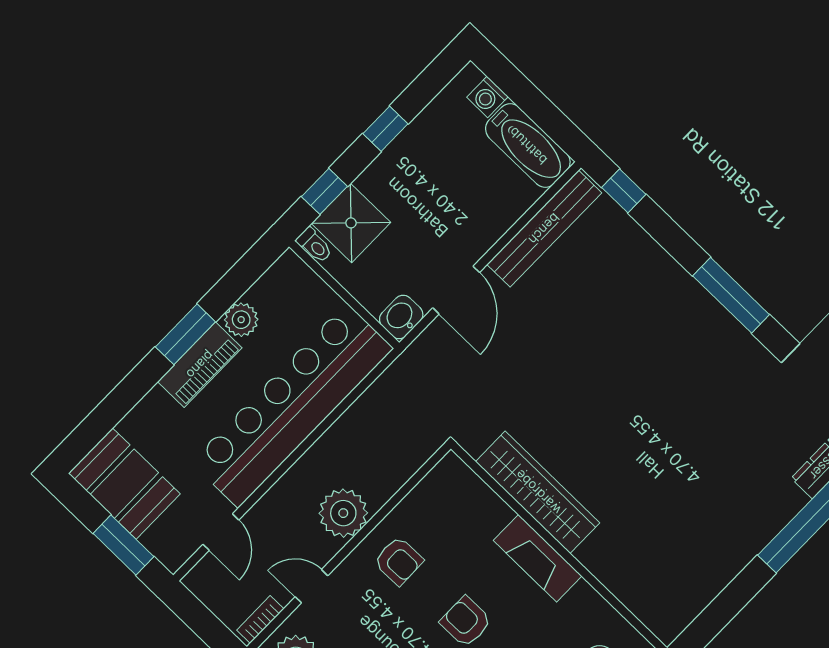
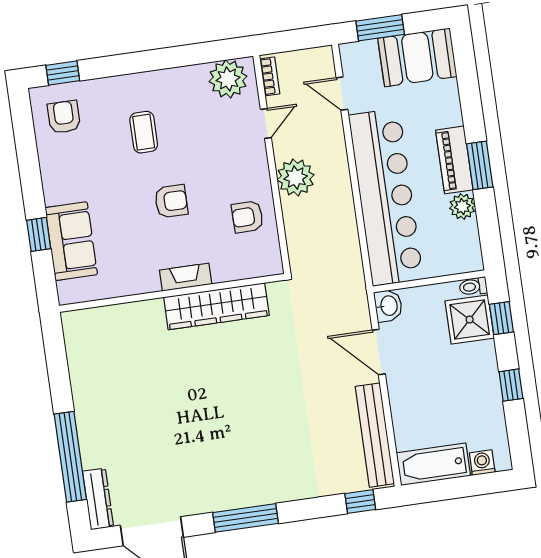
fireplace: (538, 558) -> (186, 277), width x0.73, depth x0.76
armchair: (398, 561) -> (247, 217), moved

